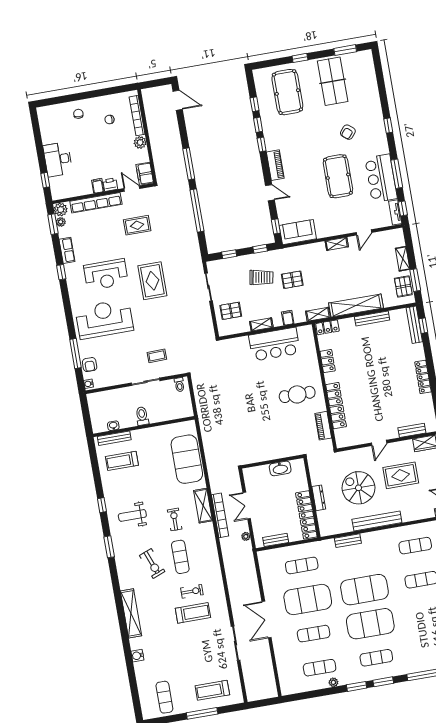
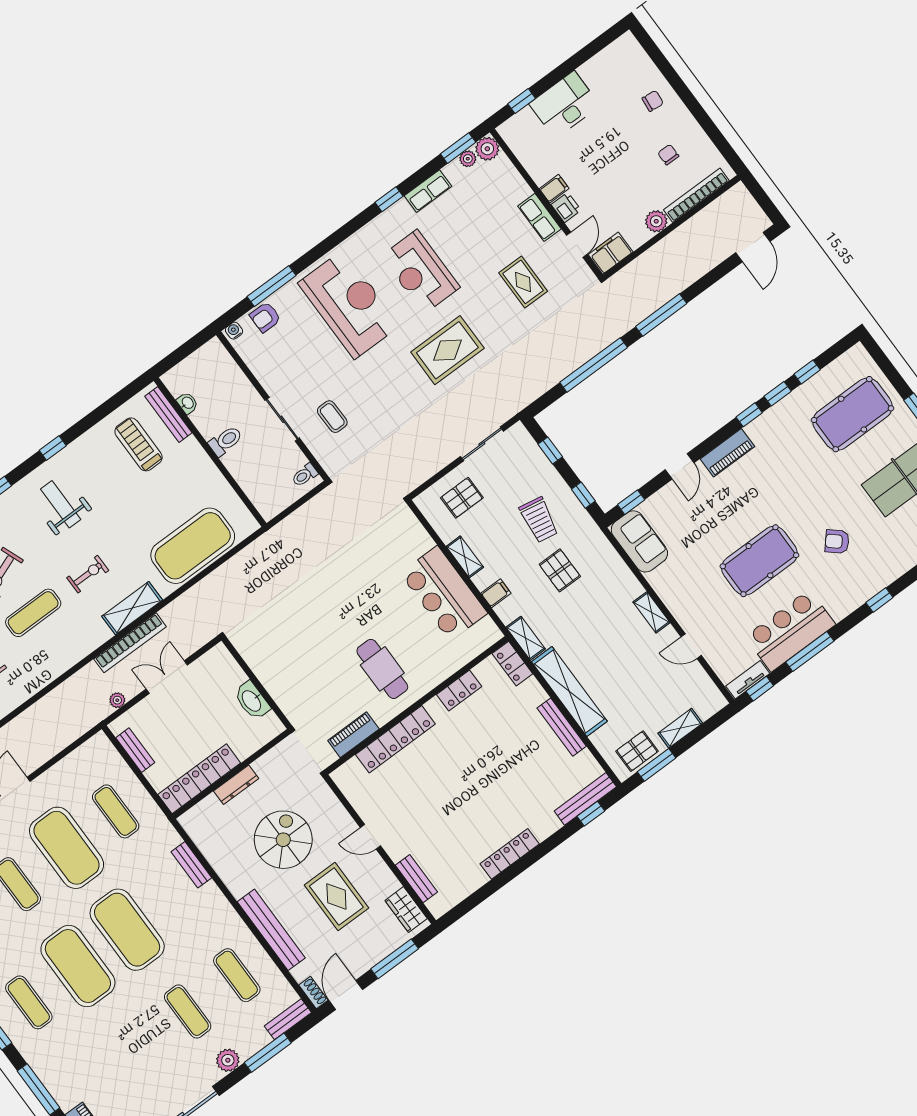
row of seats: (96, 203) -> (540, 217), width x0.50
pallet: (231, 311) -> (462, 498), turned 90
bench: (377, 521) -> (271, 930), moved

